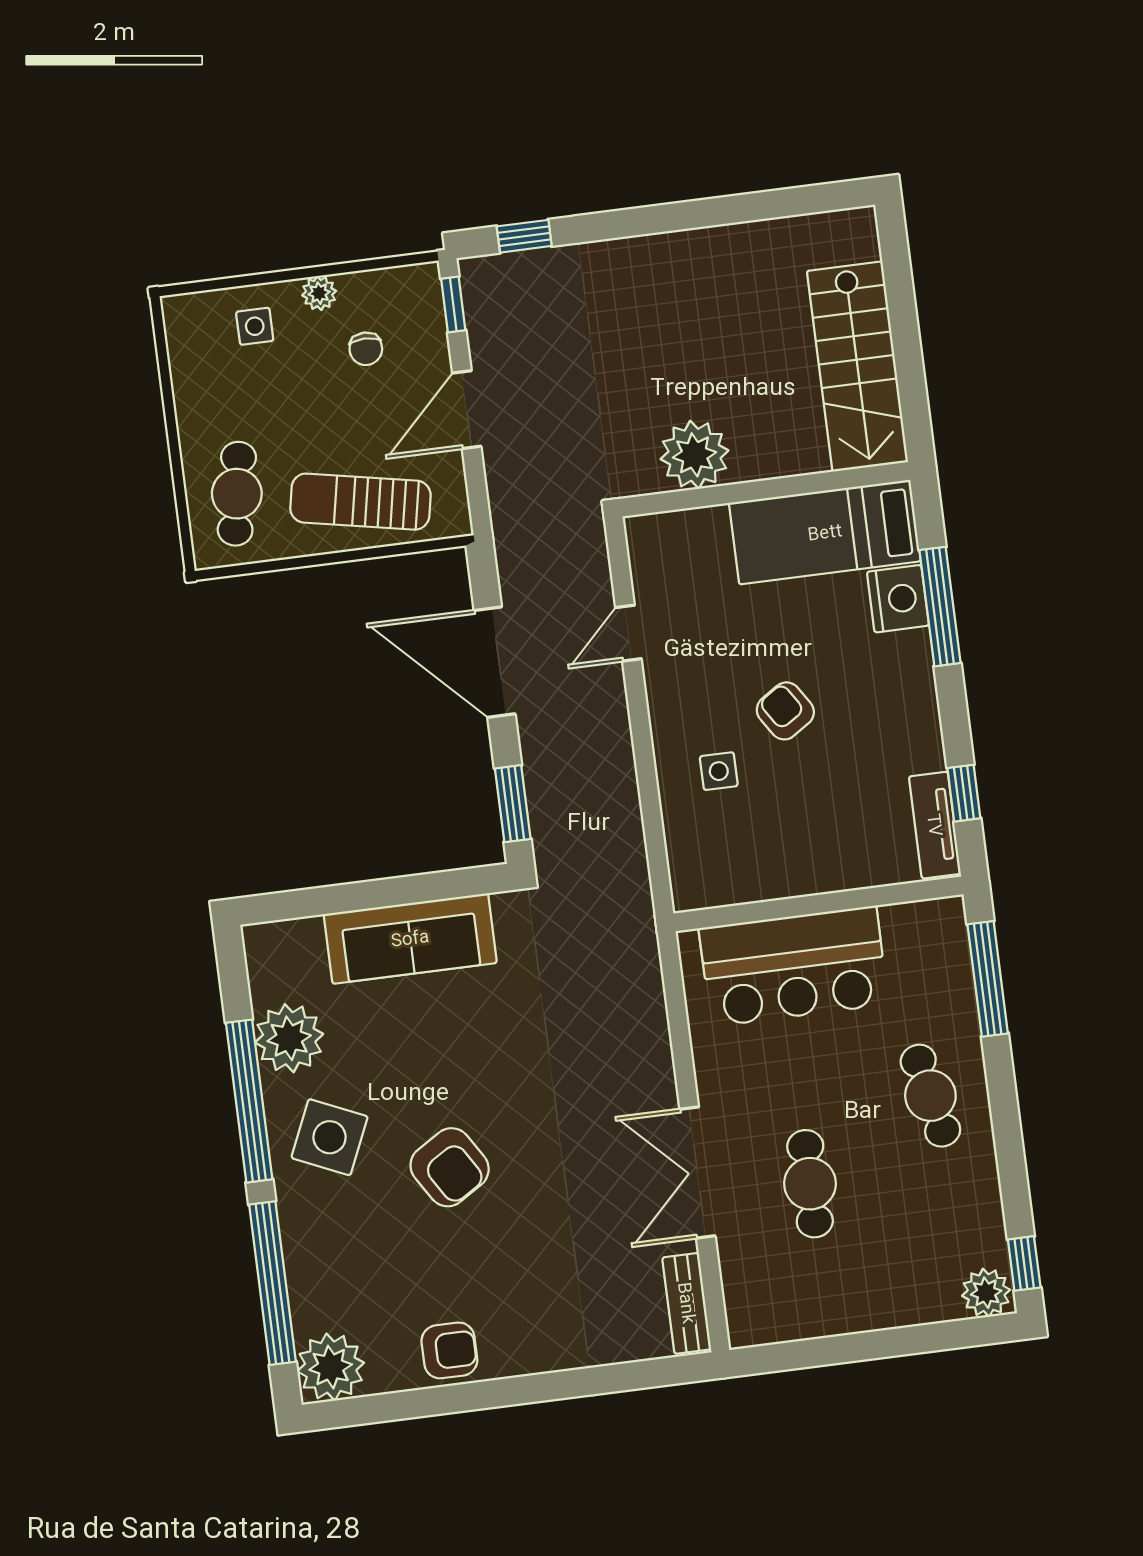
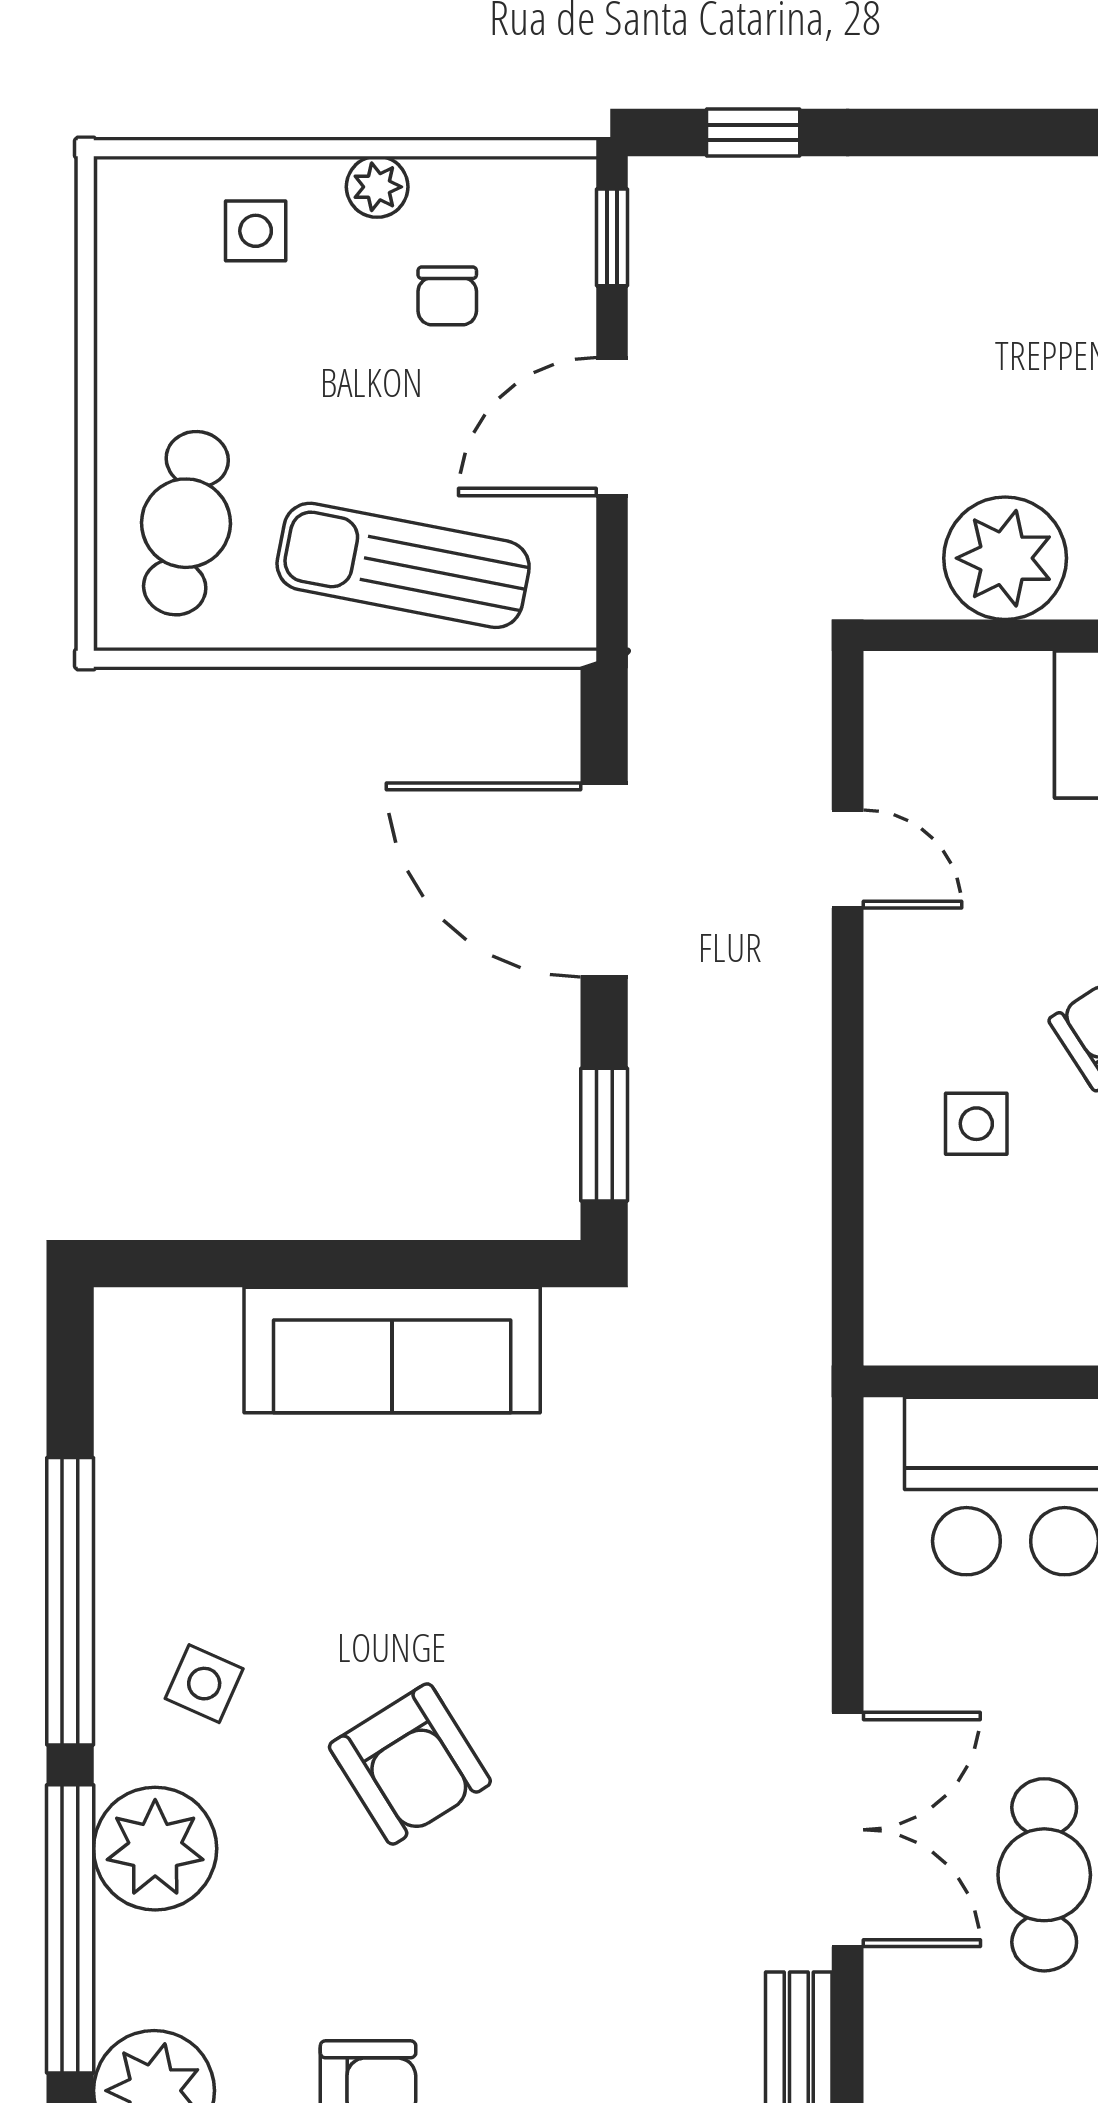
door: (628, 633) -> (848, 859), swing flipped
plant: (289, 1038) -> (155, 1849), moved
side table: (330, 1137) -> (204, 1684), width x0.54, depth x0.54
double door: (698, 1173) -> (848, 1830), swing flipped

